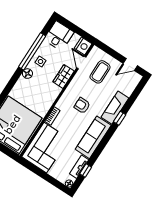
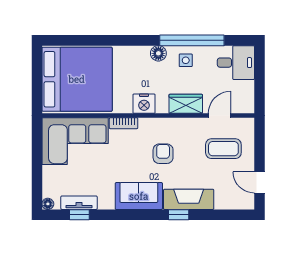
nightstand: (83, 46) -> (144, 104), moved
sofa: (93, 137) -> (139, 196), width x0.73

